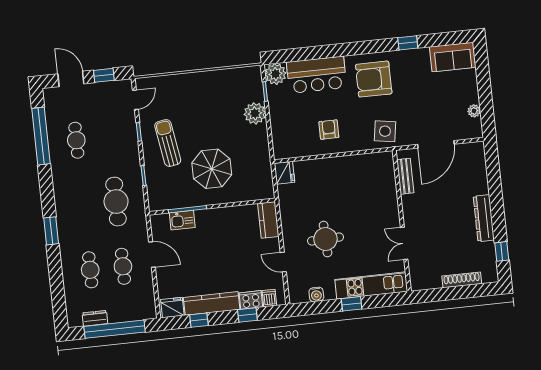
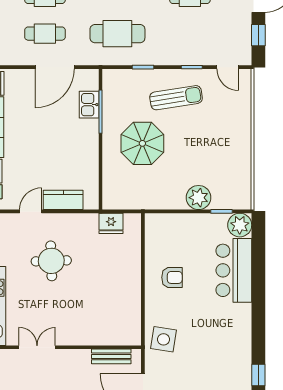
armchair: (374, 79) -> (222, 333), removed
fridge: (284, 173) -> (111, 223), moved
kitchen counter: (268, 220) -> (63, 200), moved
door: (152, 255) -> (55, 67), width x1.36

